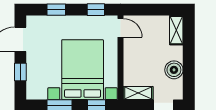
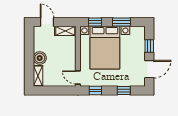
boiler: (174, 70) -> (40, 58), moved

